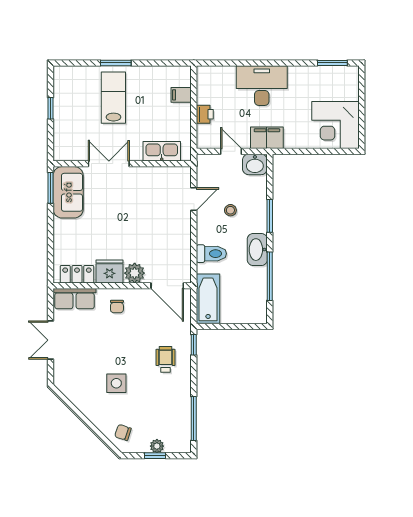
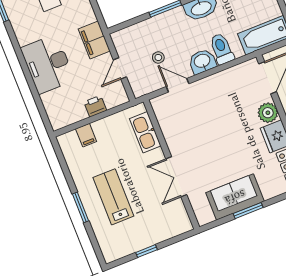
lab bench: (113, 98) -> (113, 197), turned 90
washbasin: (255, 164) -> (202, 61), moved, turned -90
window: (50, 188) -> (248, 211), moved
sofa: (68, 192) -> (235, 197), moved
stool: (230, 210) -> (158, 57), moved

